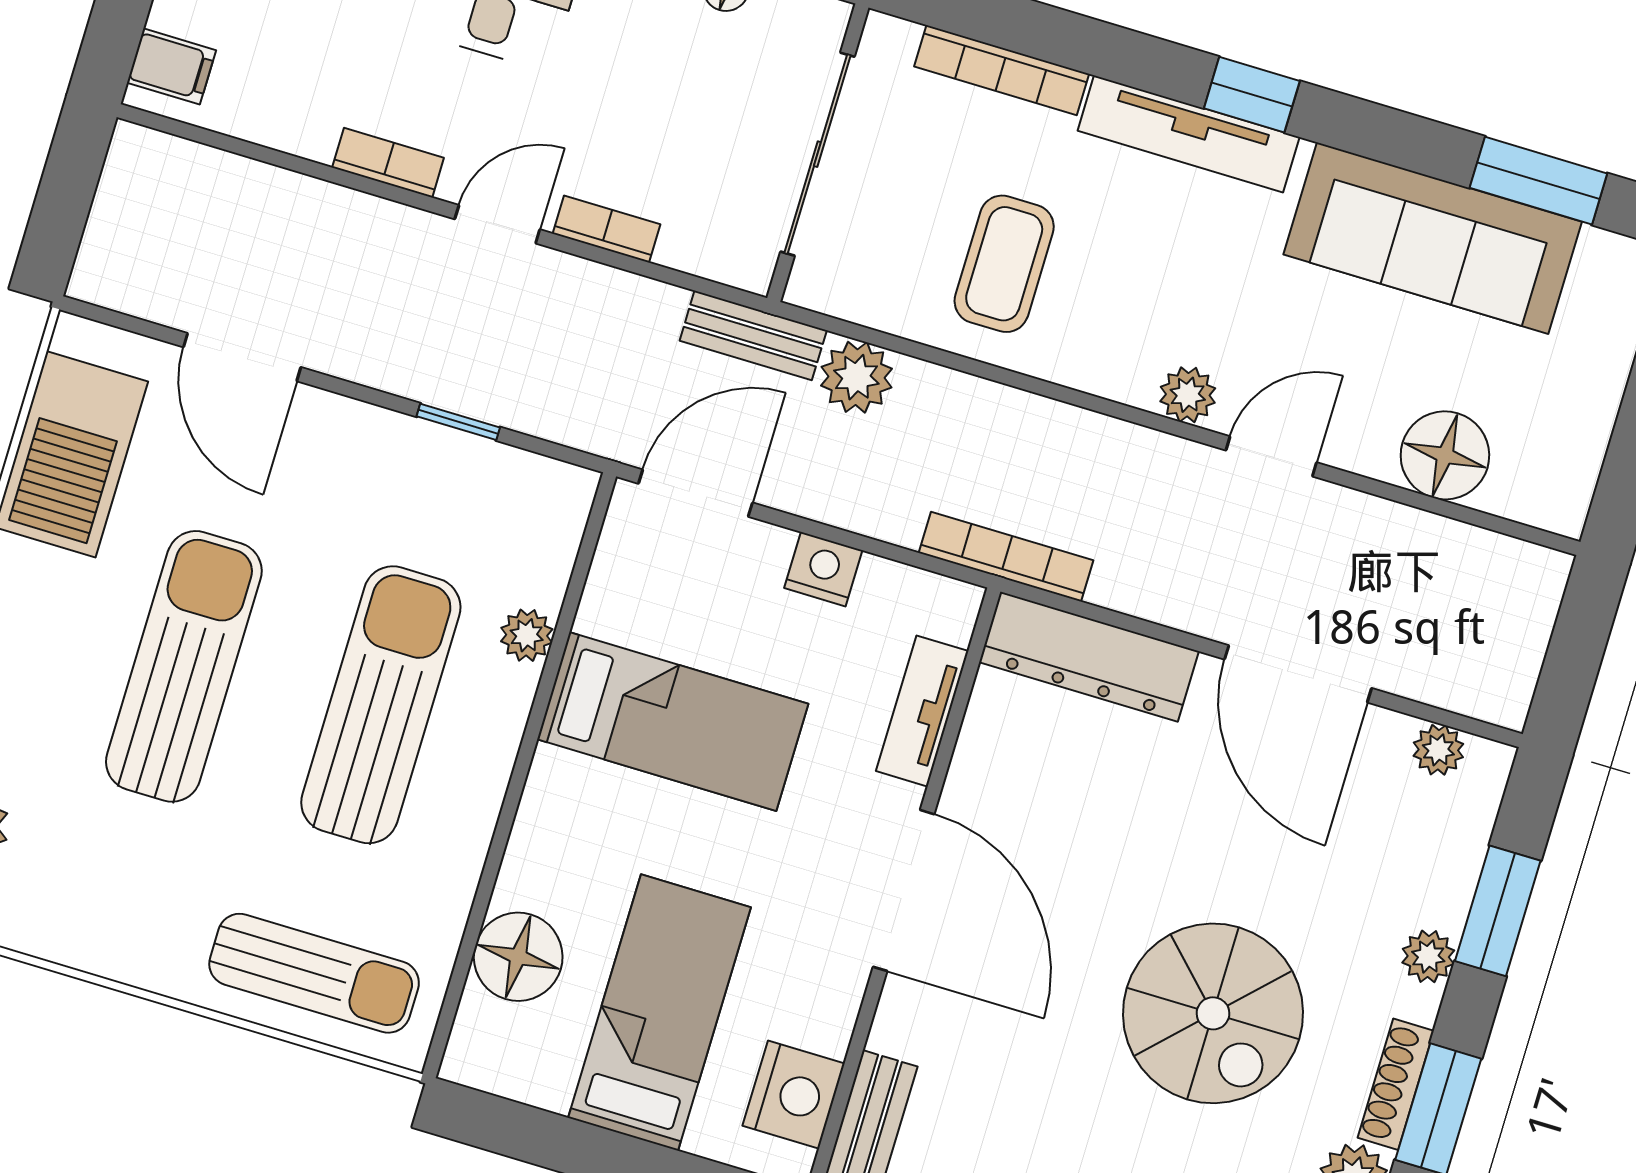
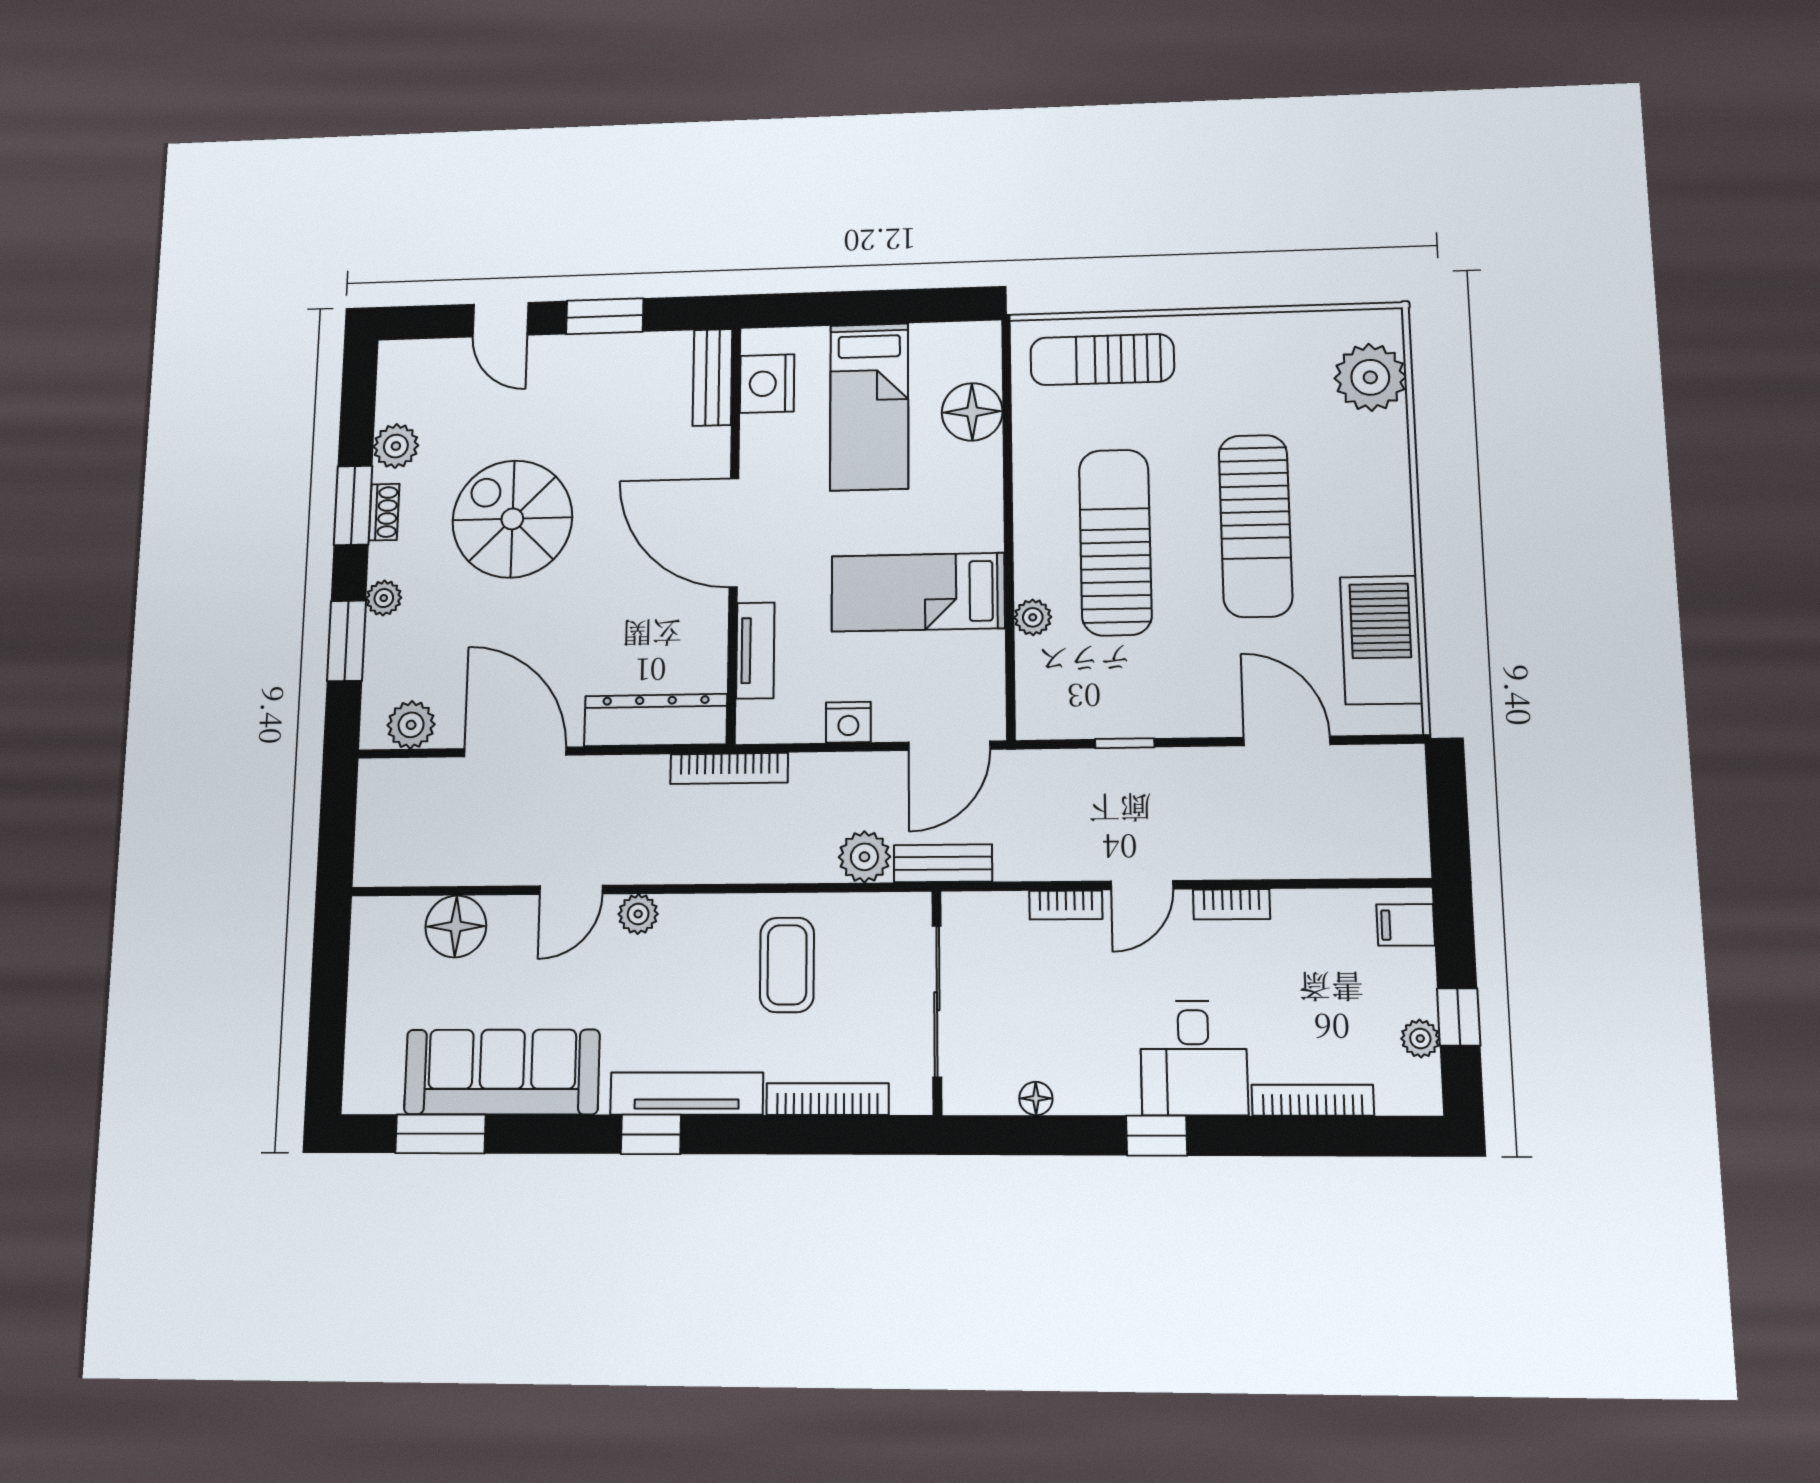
sun lounger: (381, 705) -> (1115, 542), turned 180
plant: (1438, 750) -> (411, 725), width x1.38, depth x1.38
shoe rack: (1396, 1084) -> (384, 512), width x0.70

